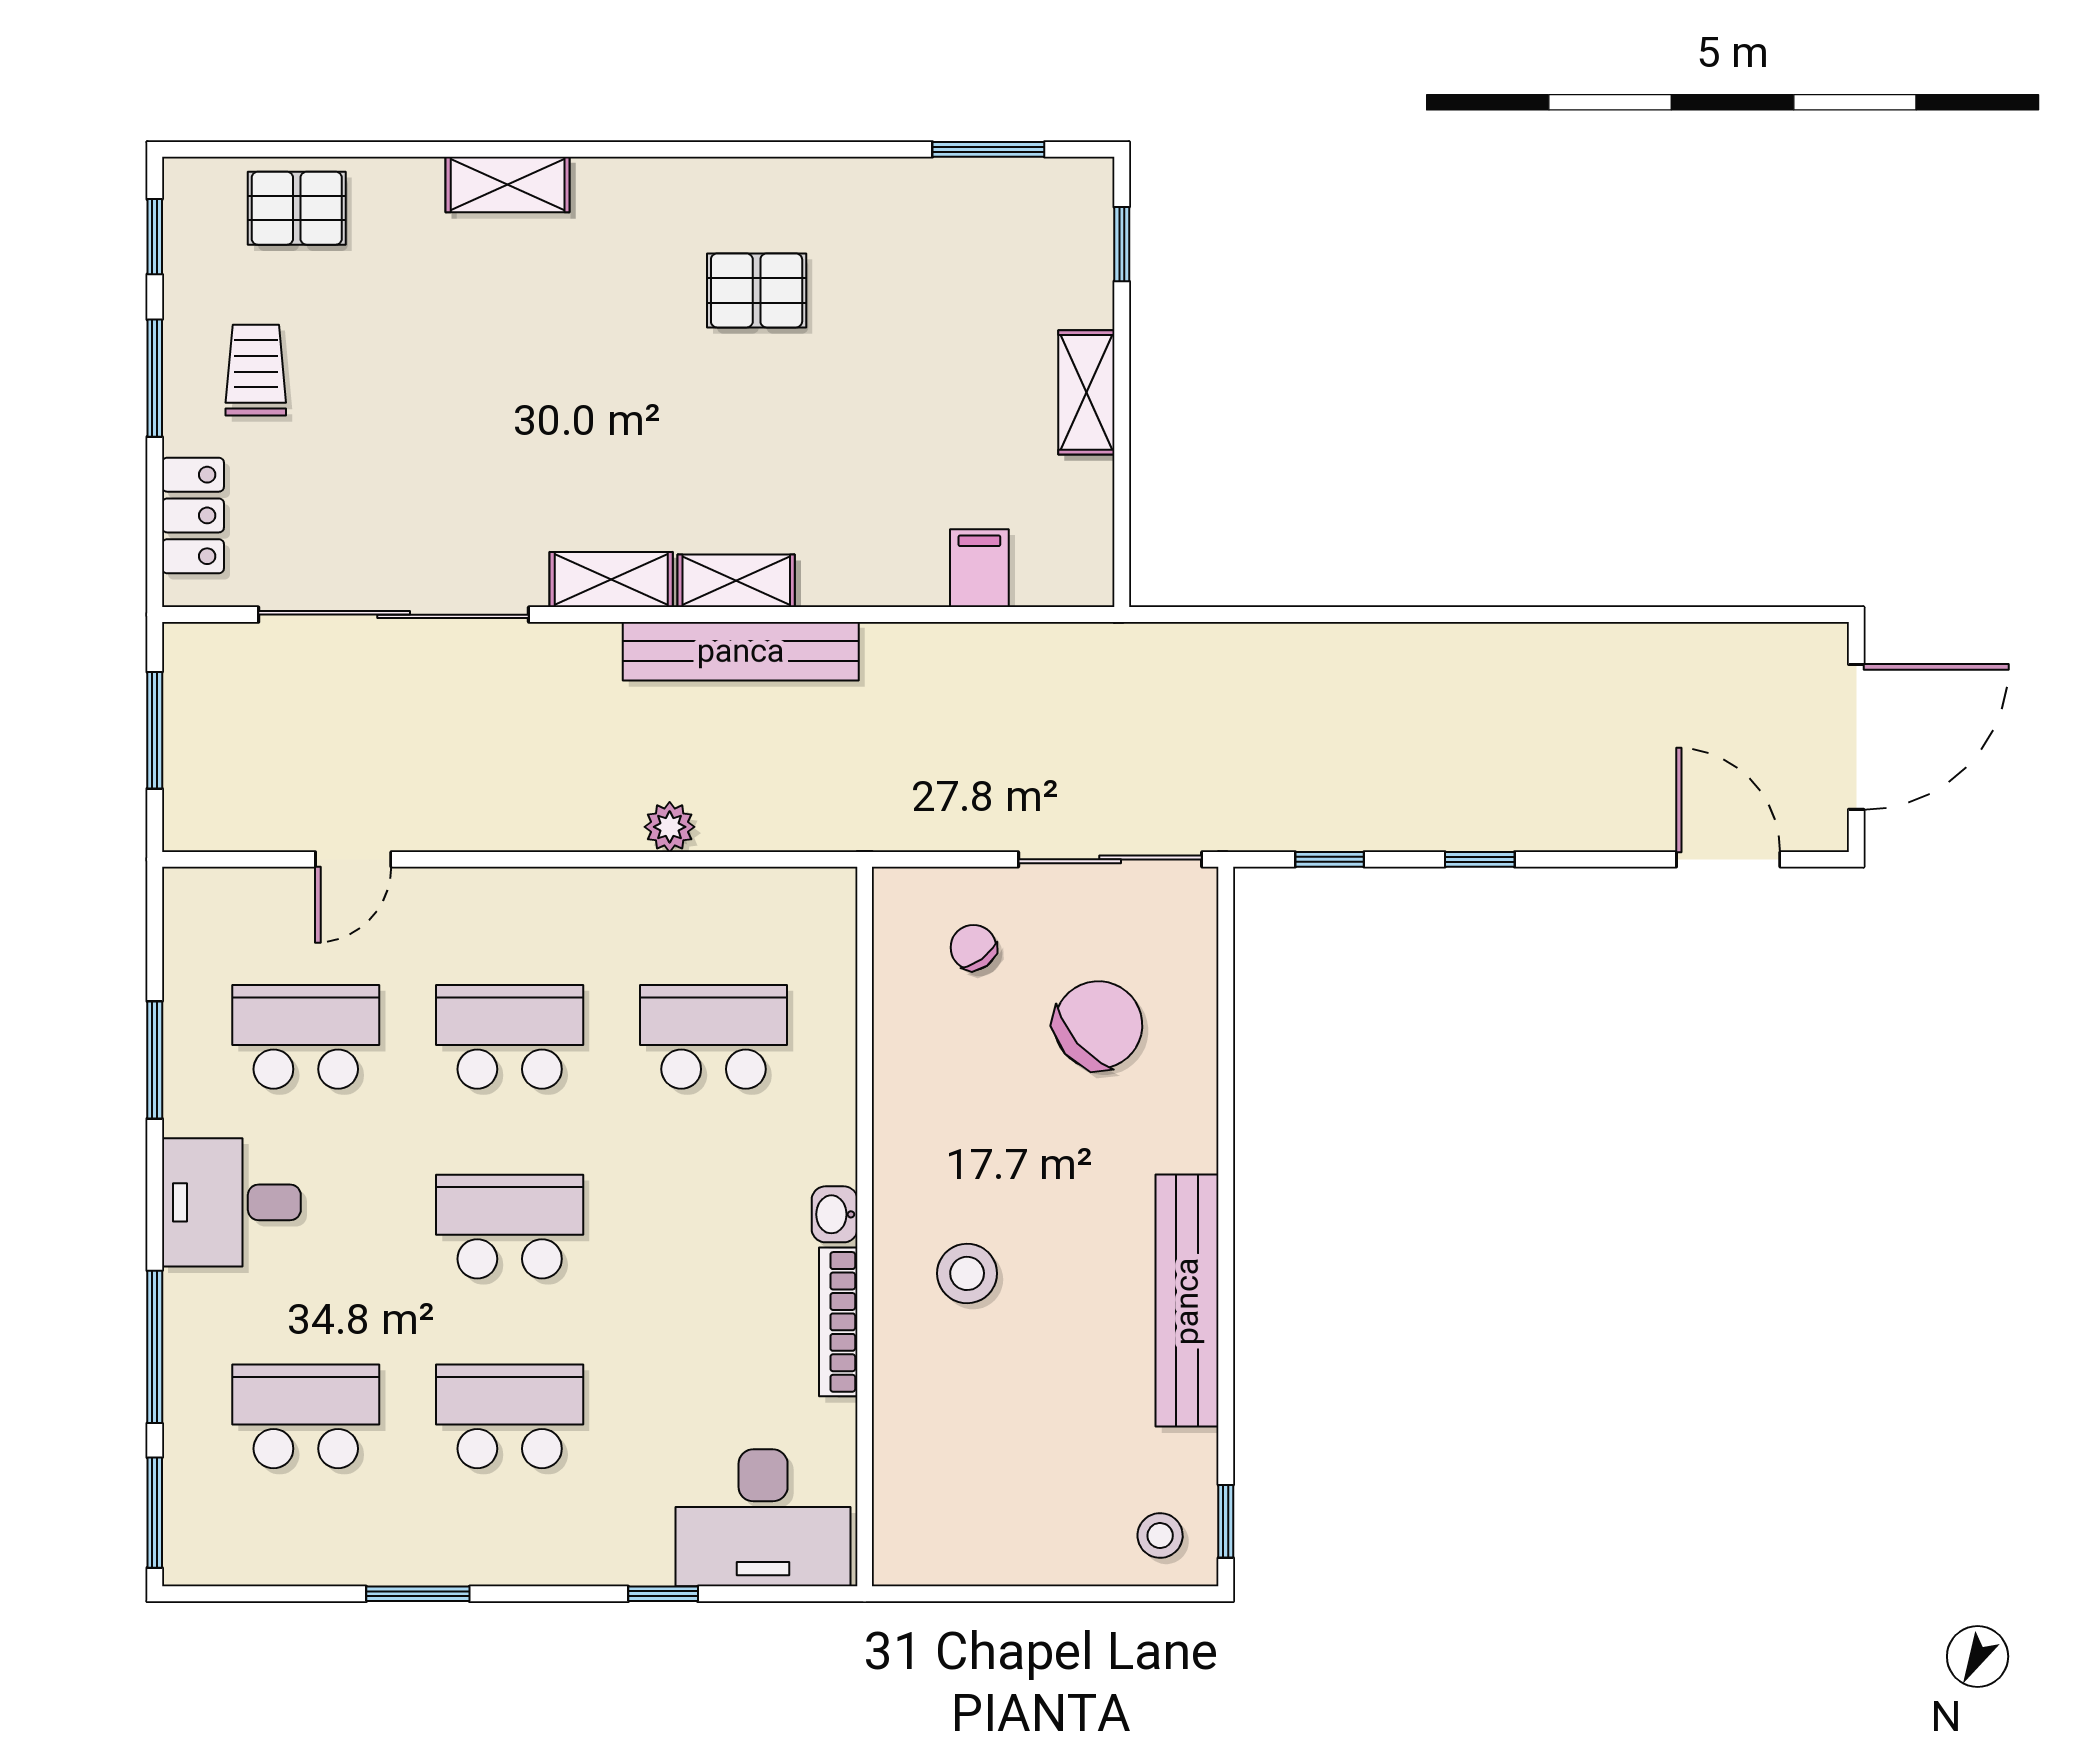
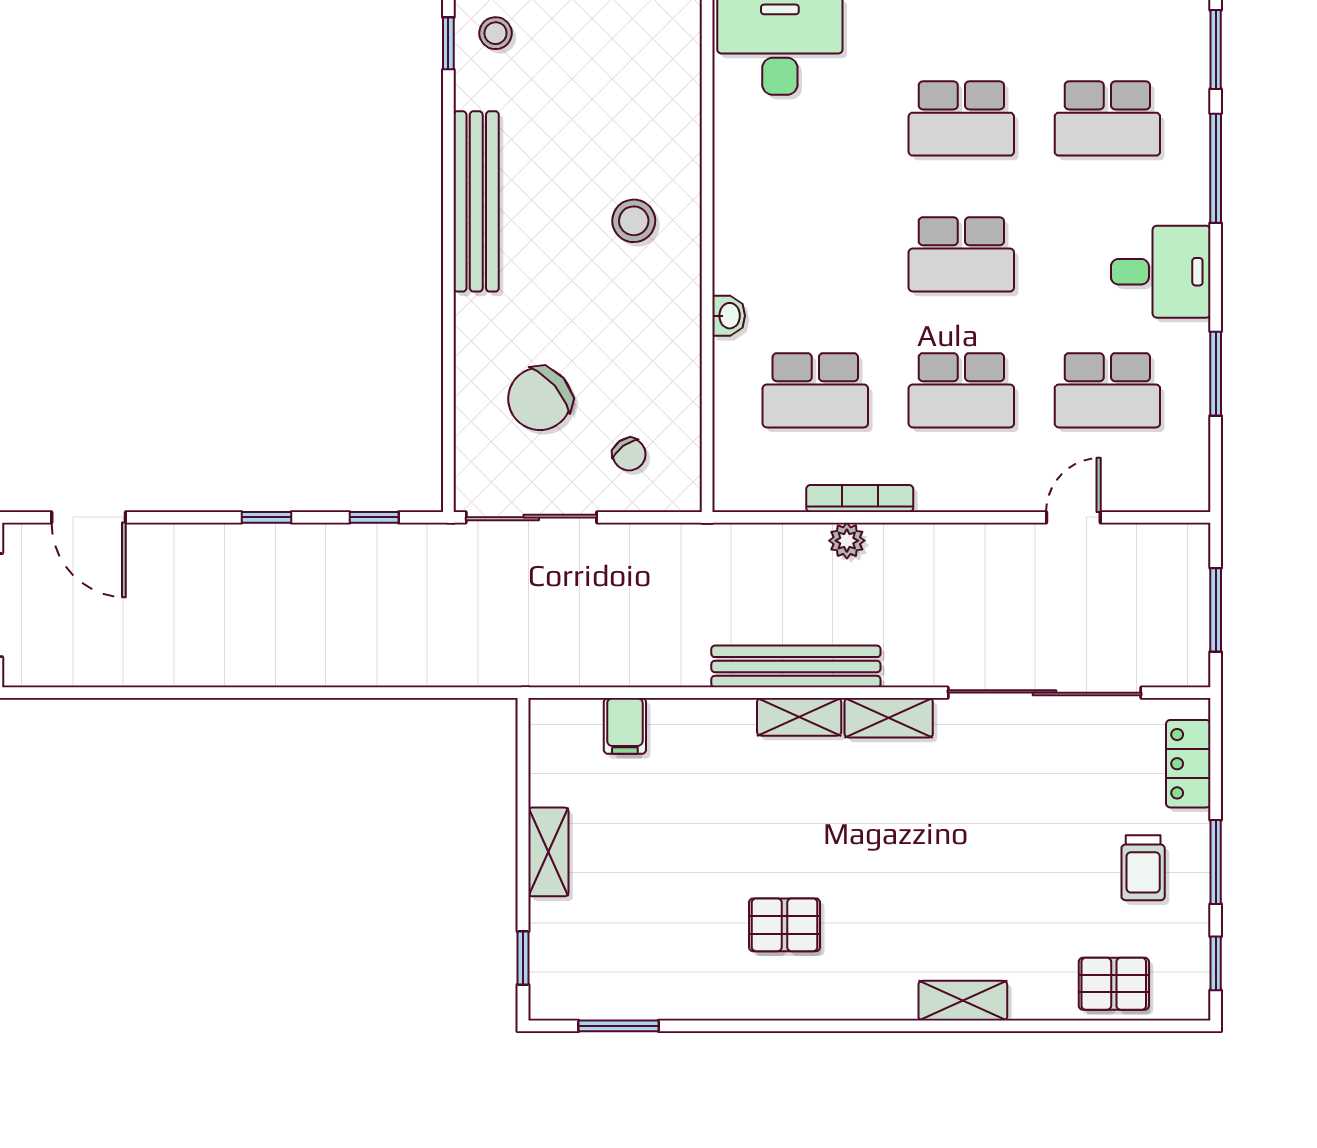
washbasin: (835, 1214) -> (729, 316), moved
bookcase: (838, 1322) -> (860, 498), moved, turned -90

